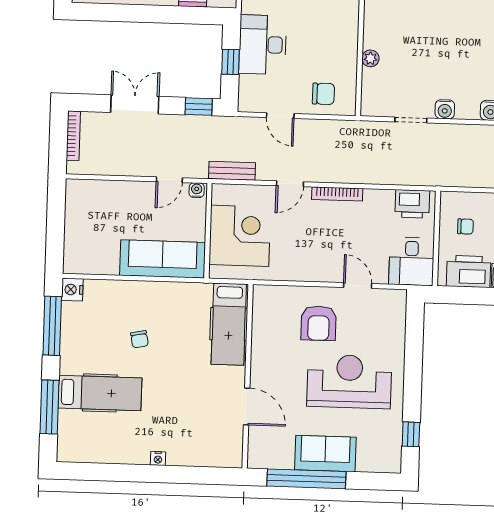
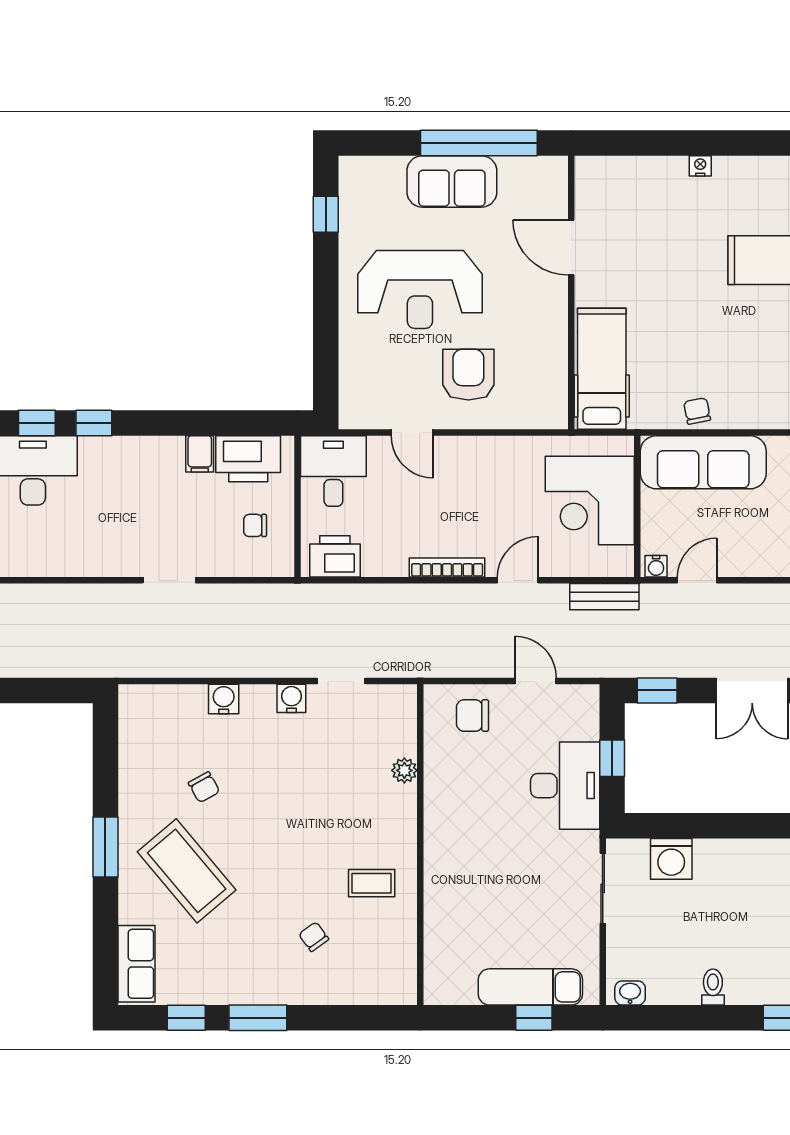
chair: (139, 339) -> (697, 411), moved

